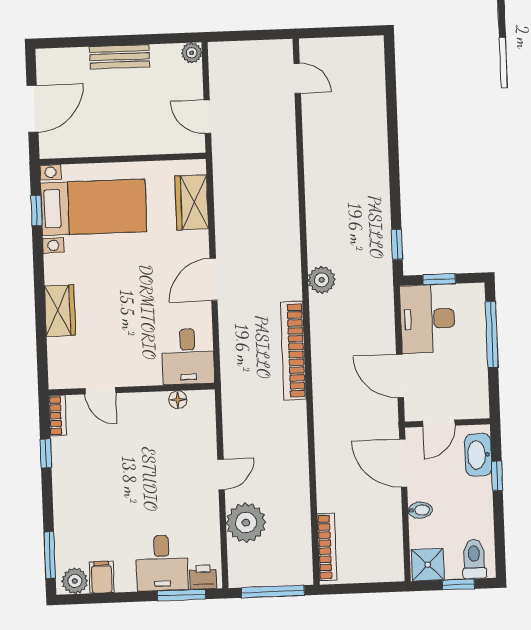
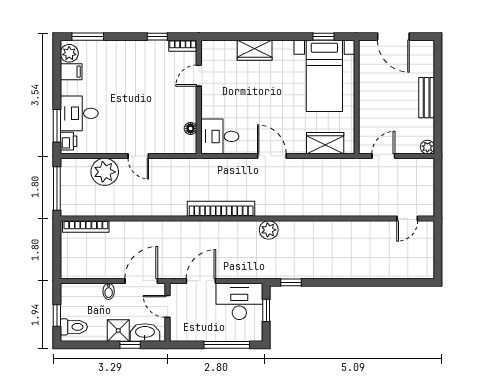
shower: (428, 565) -> (118, 331), moved

